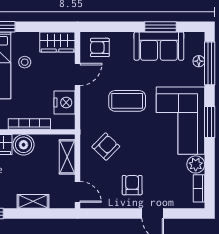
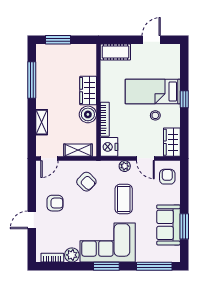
floor lamp: (199, 61) -> (156, 257), removed
plant: (87, 100) -> (125, 166), added
nightstand: (65, 103) -> (109, 147), moved, turned 90

